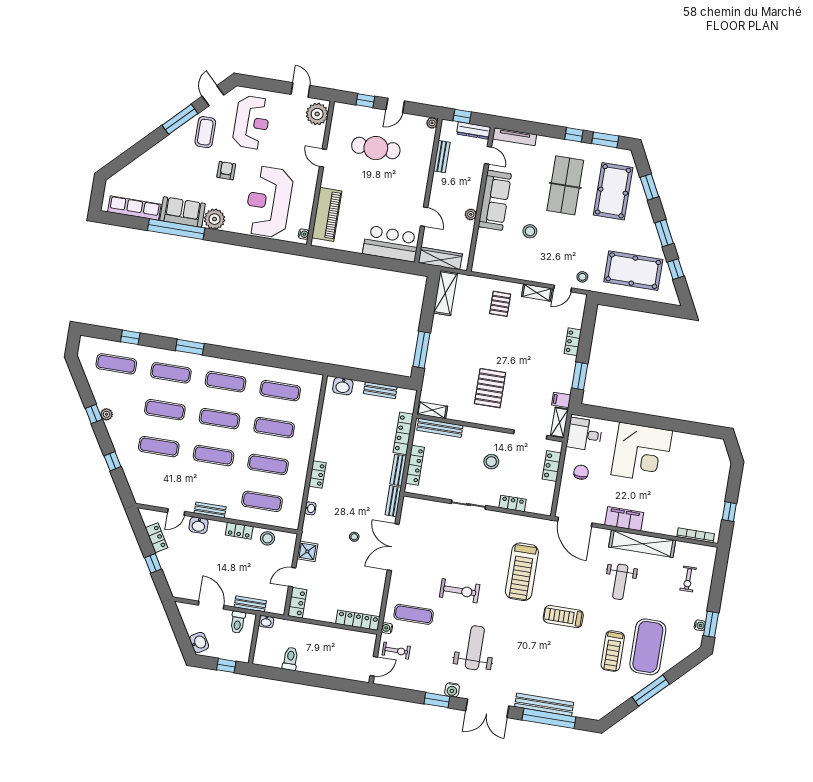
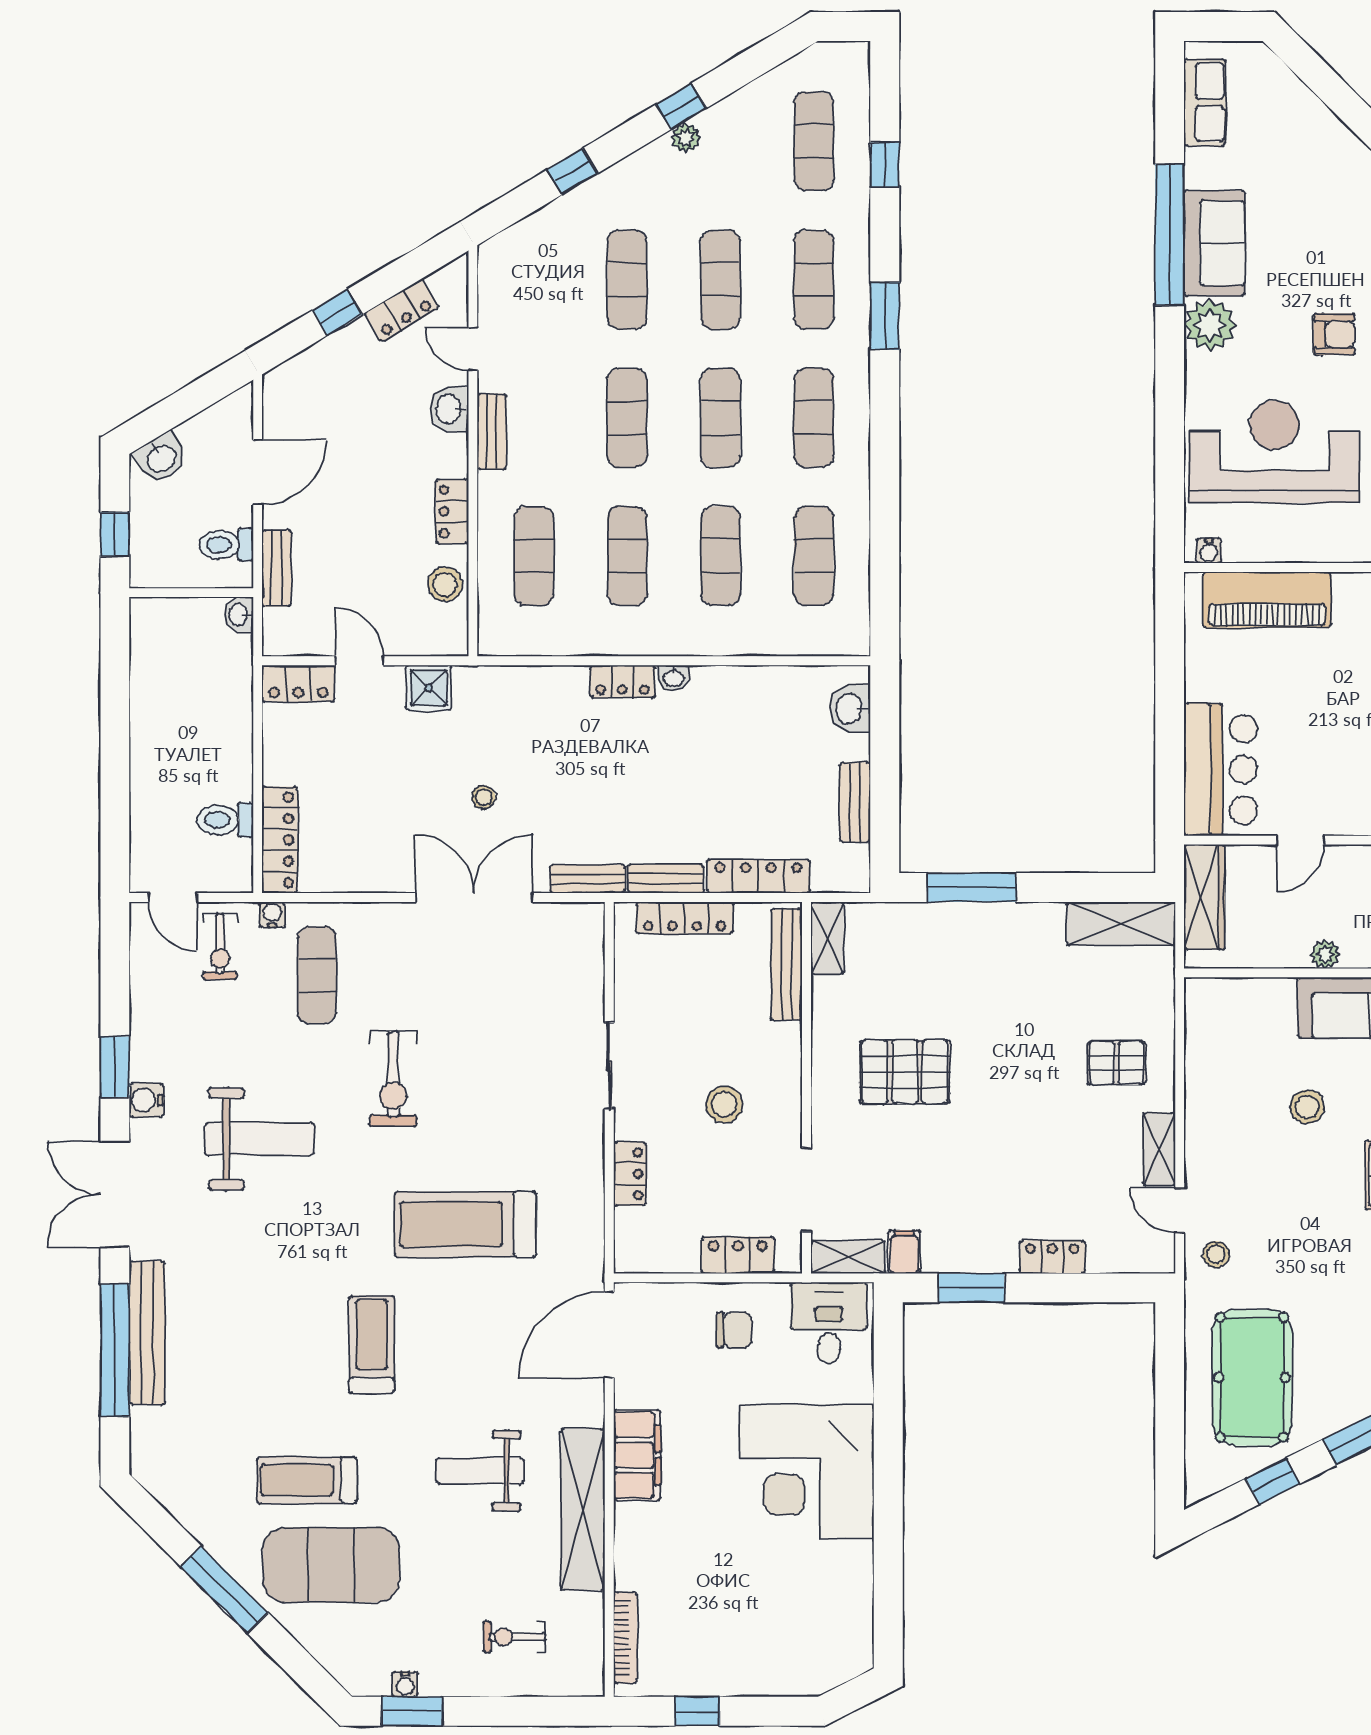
row of seats: (134, 208) -> (1205, 102), width x0.68
washbasin: (310, 508) -> (674, 678), moved
toilet: (290, 659) -> (225, 820), moved, turned 180

